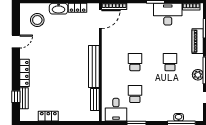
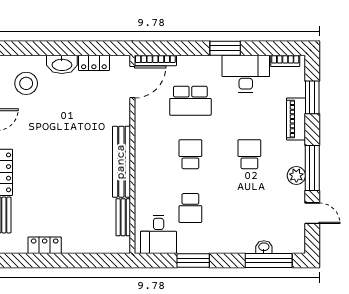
school desk: (135, 30) -> (190, 101), added
school desk: (135, 94) -> (190, 208), turned 180

